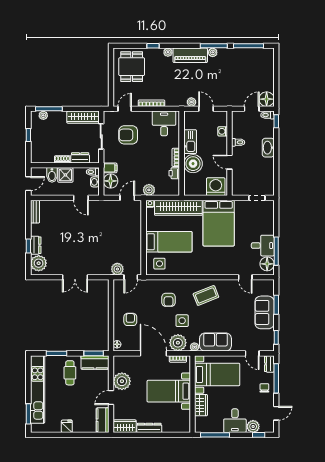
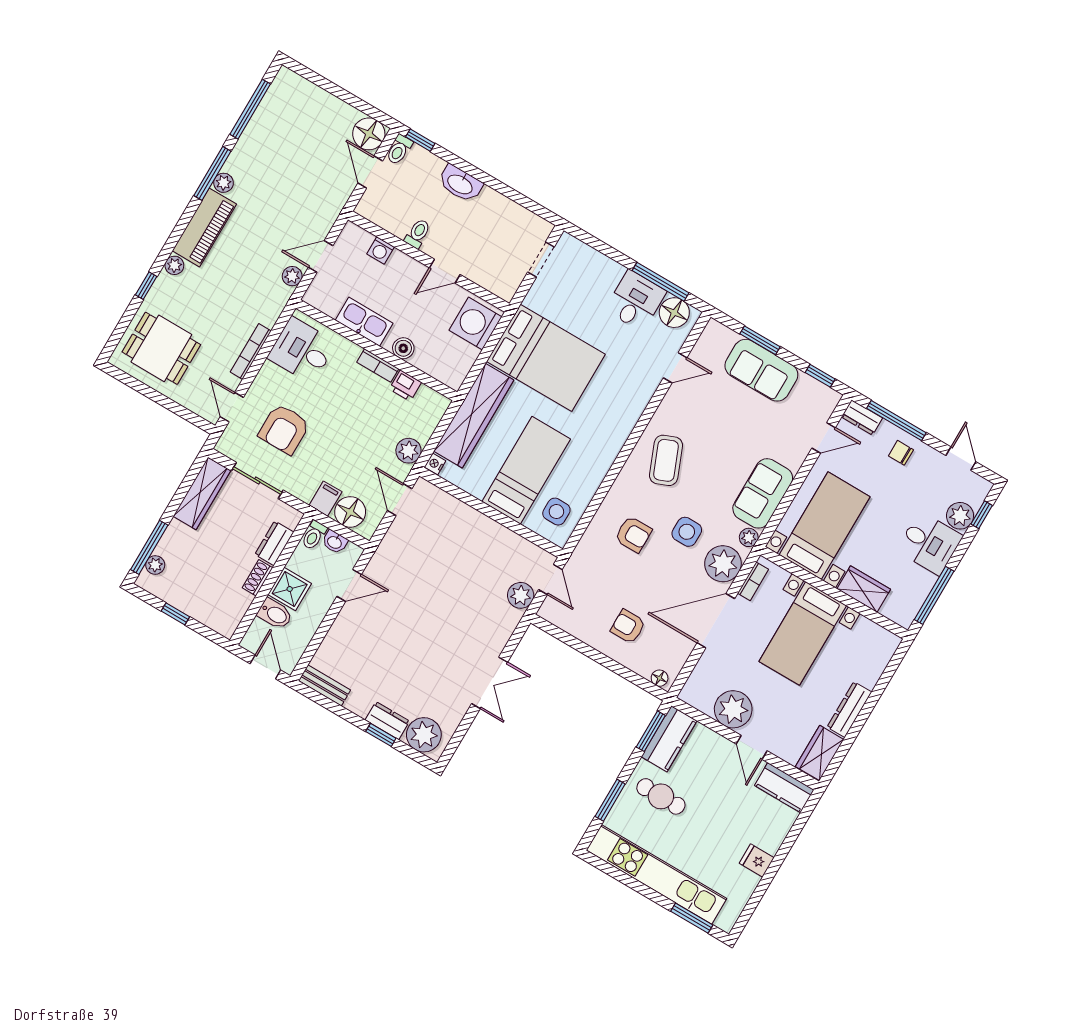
boiler: (193, 164) -> (403, 348), width x0.54, depth x0.54

